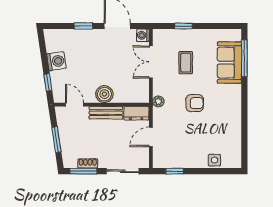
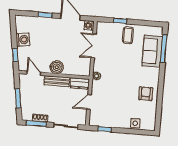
coffee table: (186, 63) -> (128, 35), moved
armchair: (195, 103) -> (146, 94), moved, turned -90

